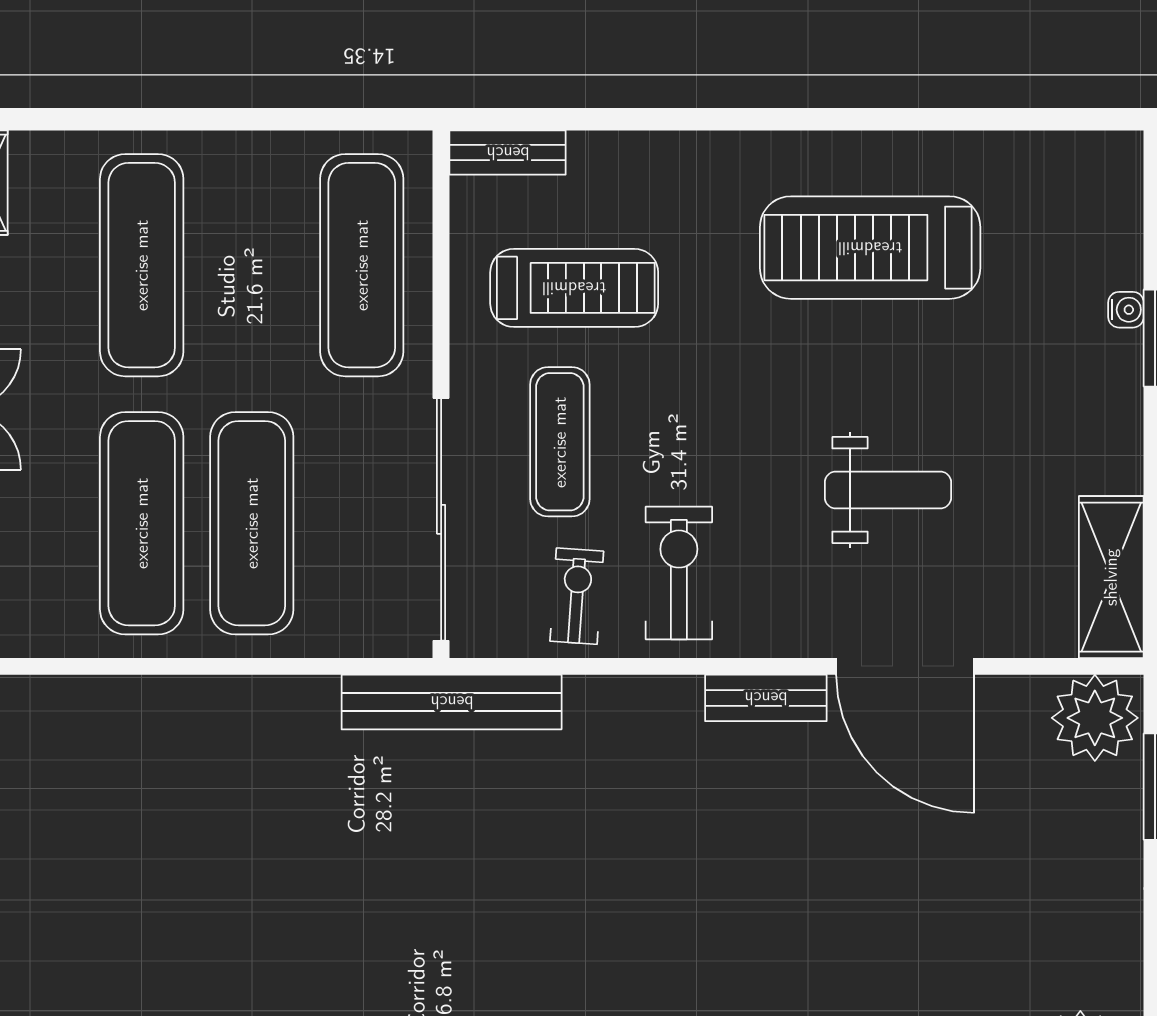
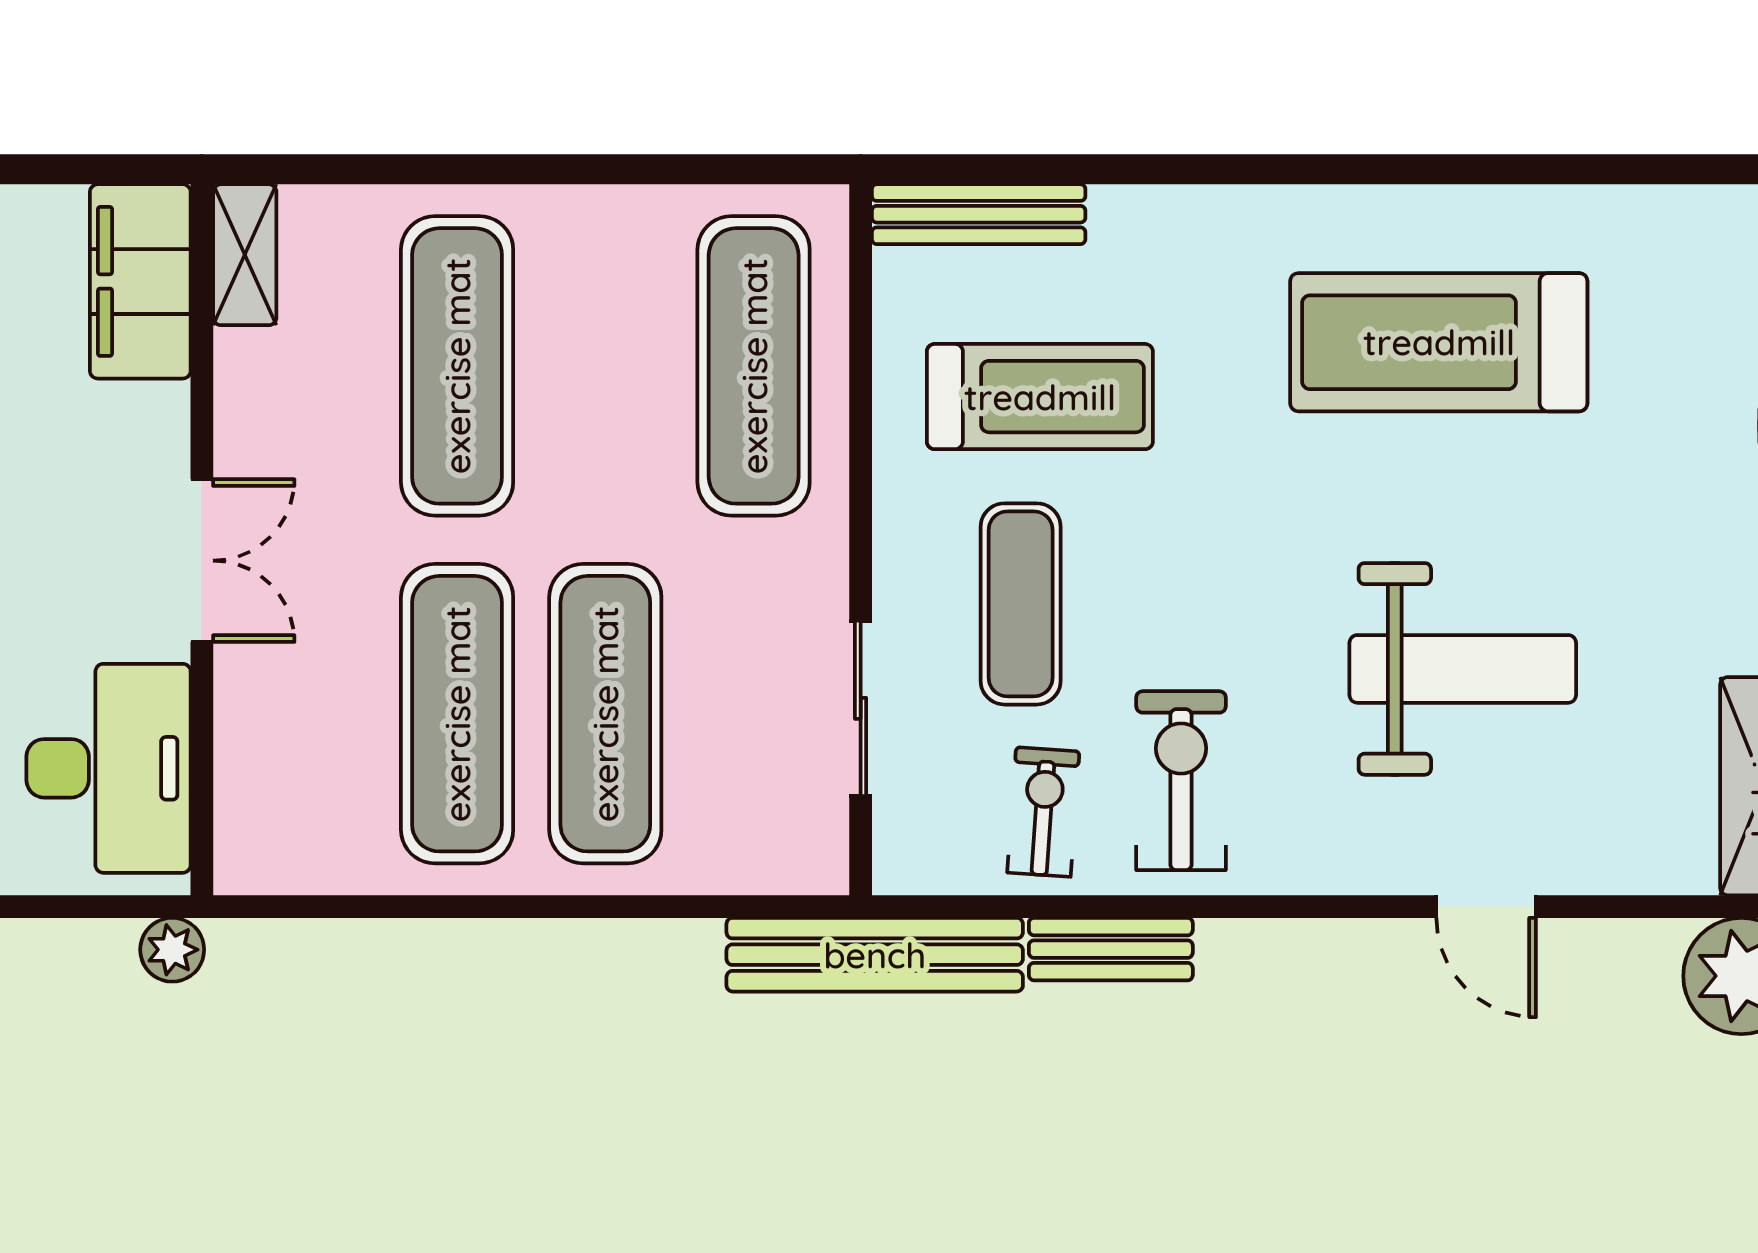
bench: (508, 153) -> (979, 214), width x1.36
weight bench: (888, 490) -> (1463, 669), width x1.36, depth x1.33
sliding door: (441, 519) -> (861, 708), width x0.54
door: (905, 666) -> (1486, 907), width x0.53
bench: (766, 698) -> (1111, 949), moved

